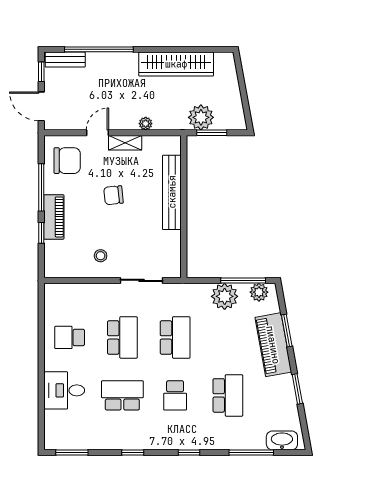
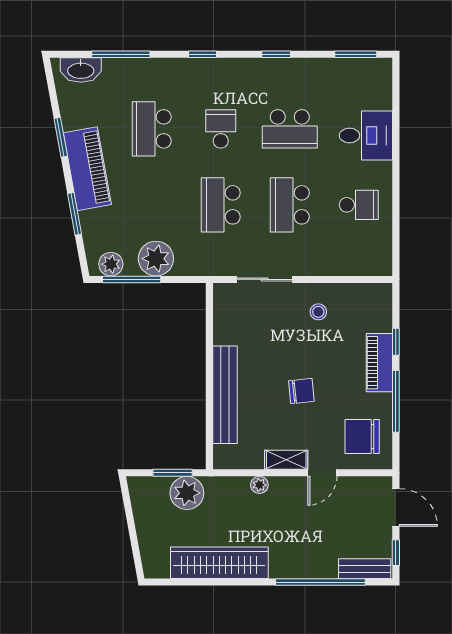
piano: (273, 345) -> (87, 169), moved

